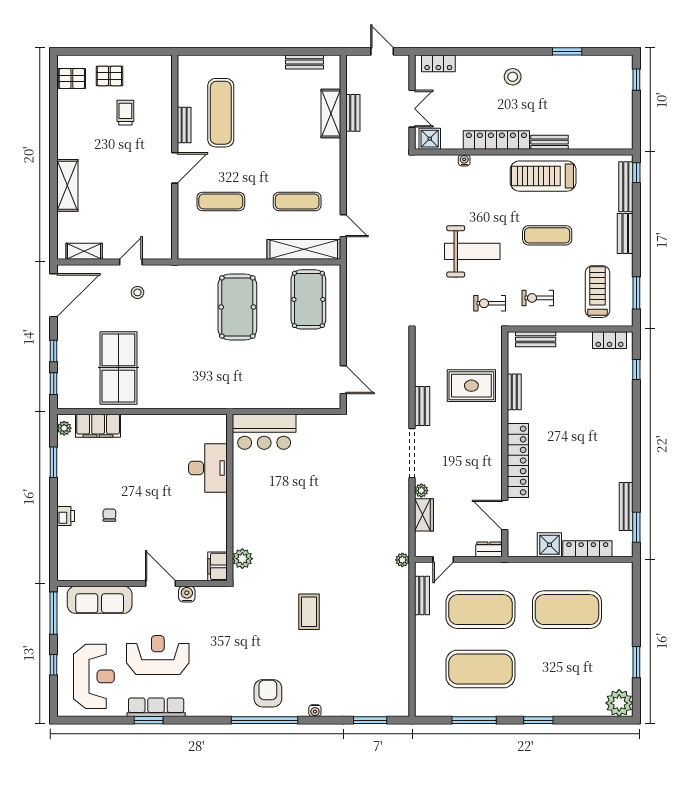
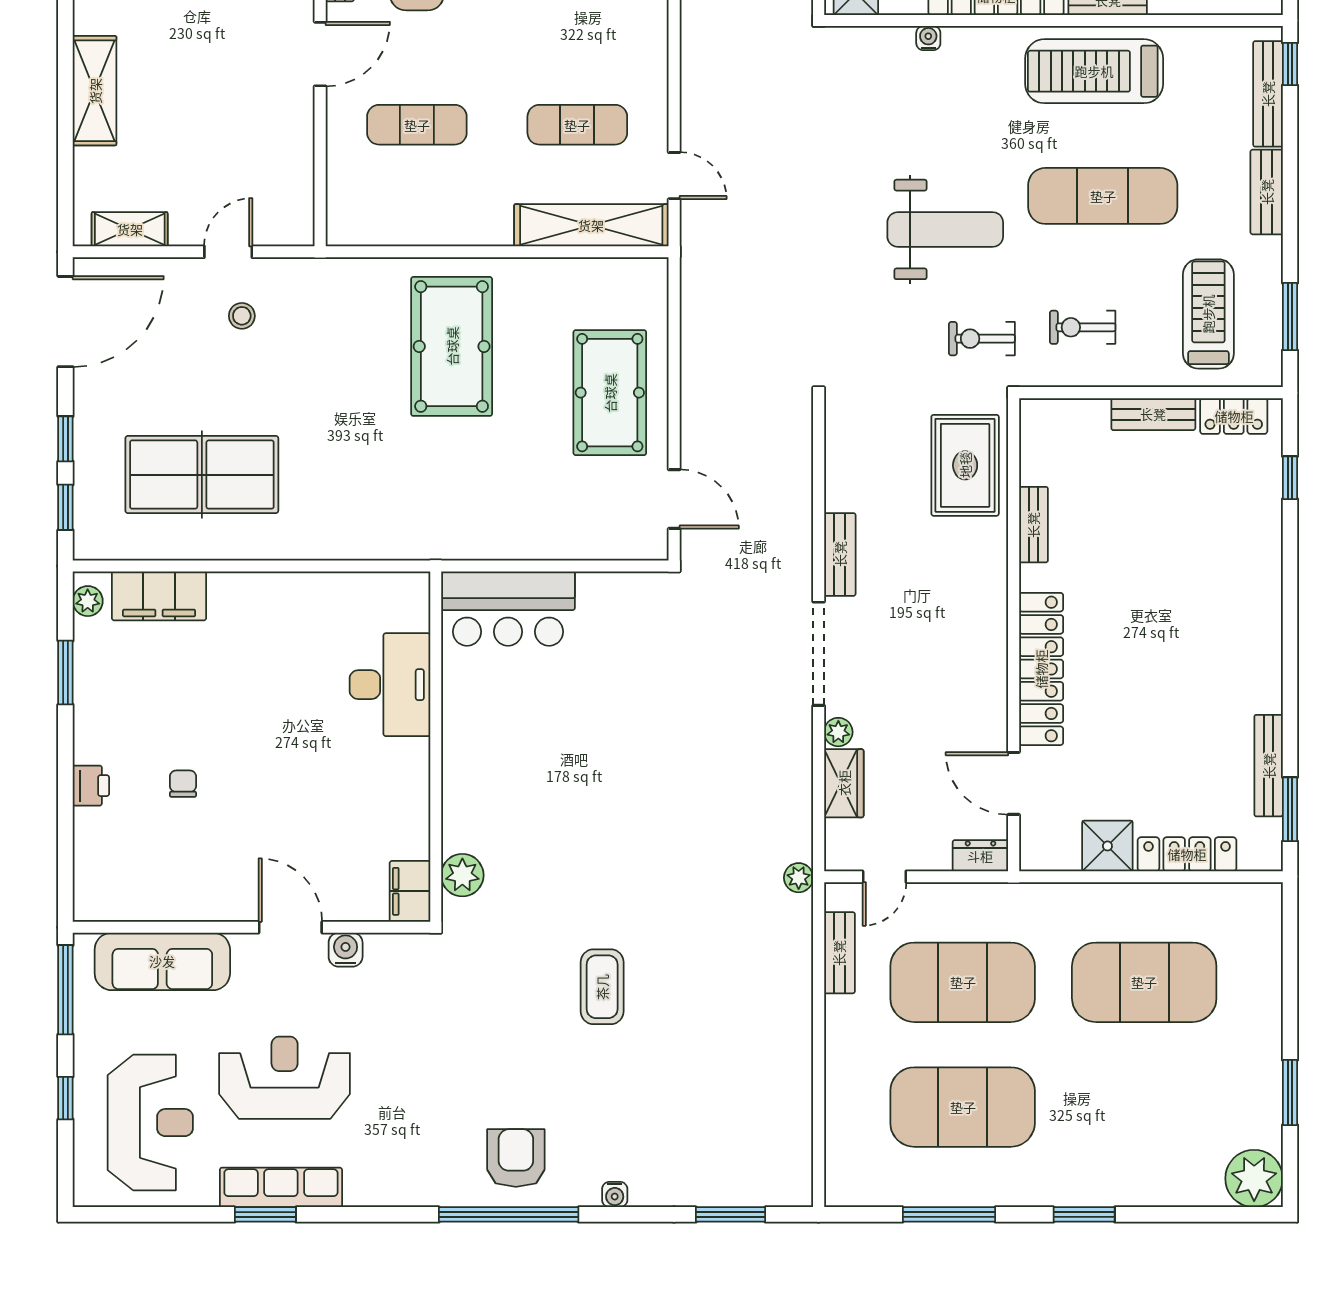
exercise mat: (547, 235) -> (1103, 196), width x1.36, depth x1.45
pool table: (308, 299) -> (610, 393), moved
bench: (536, 339) -> (1153, 414), moved
table tennis table: (118, 368) -> (202, 475), turned 90
rug: (471, 386) -> (965, 465), moved, turned 90

